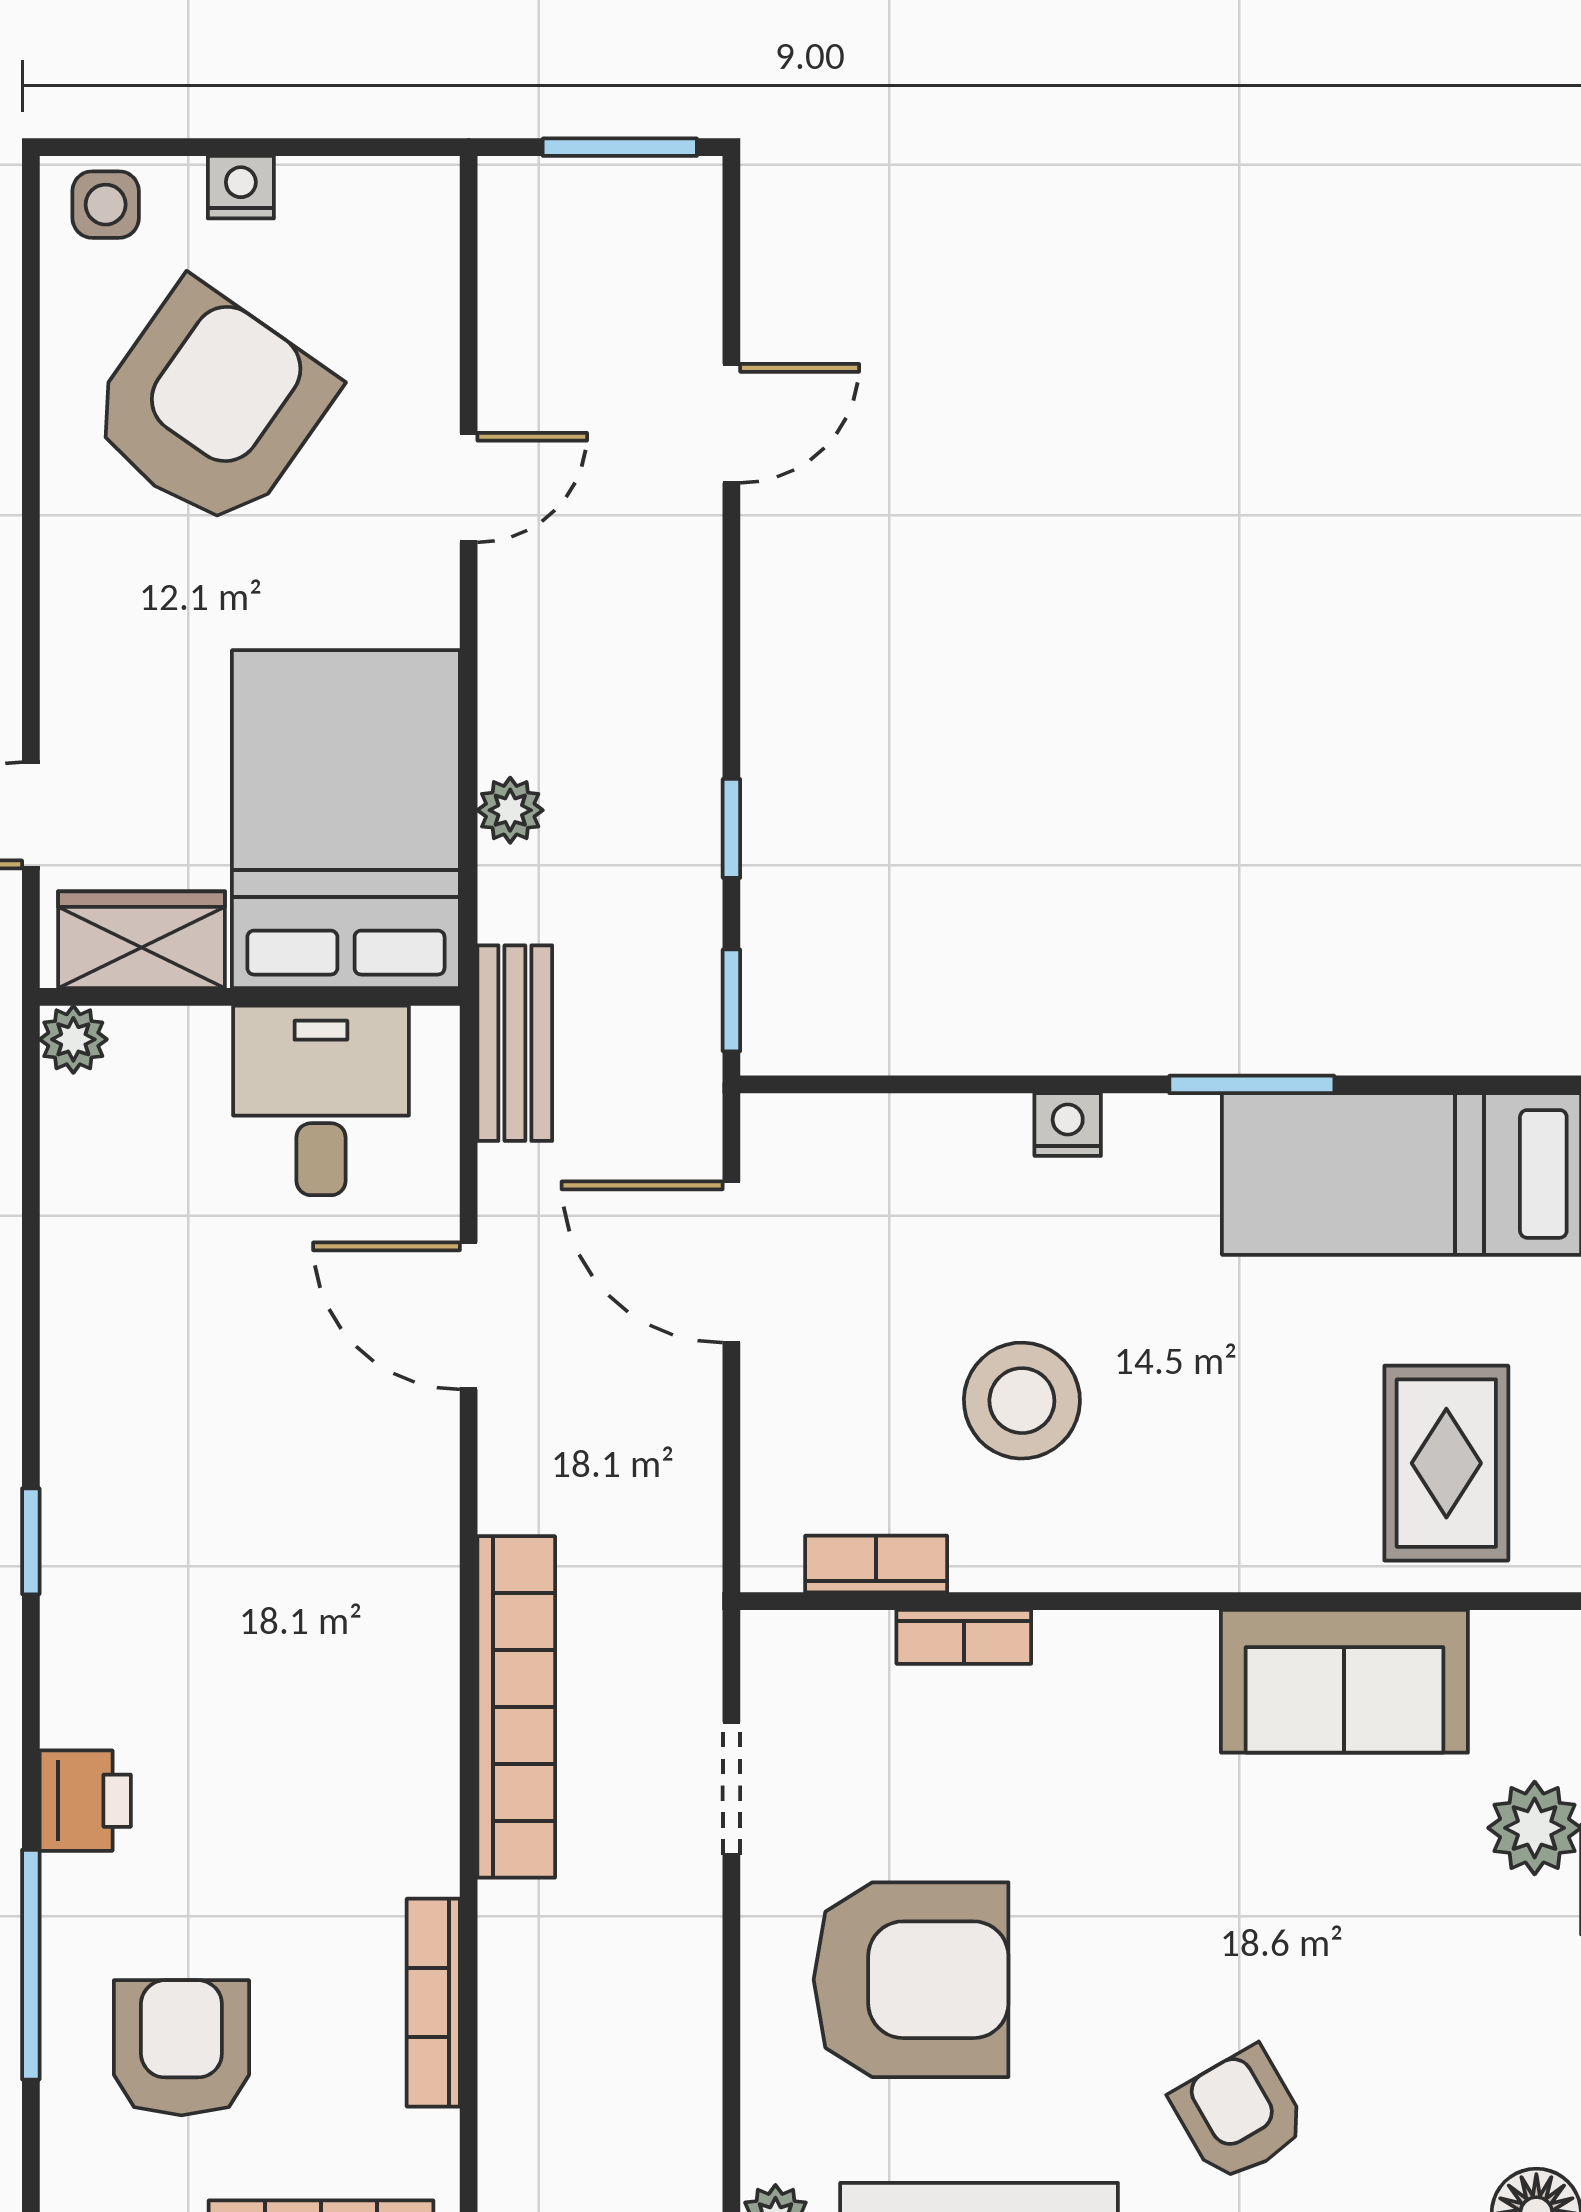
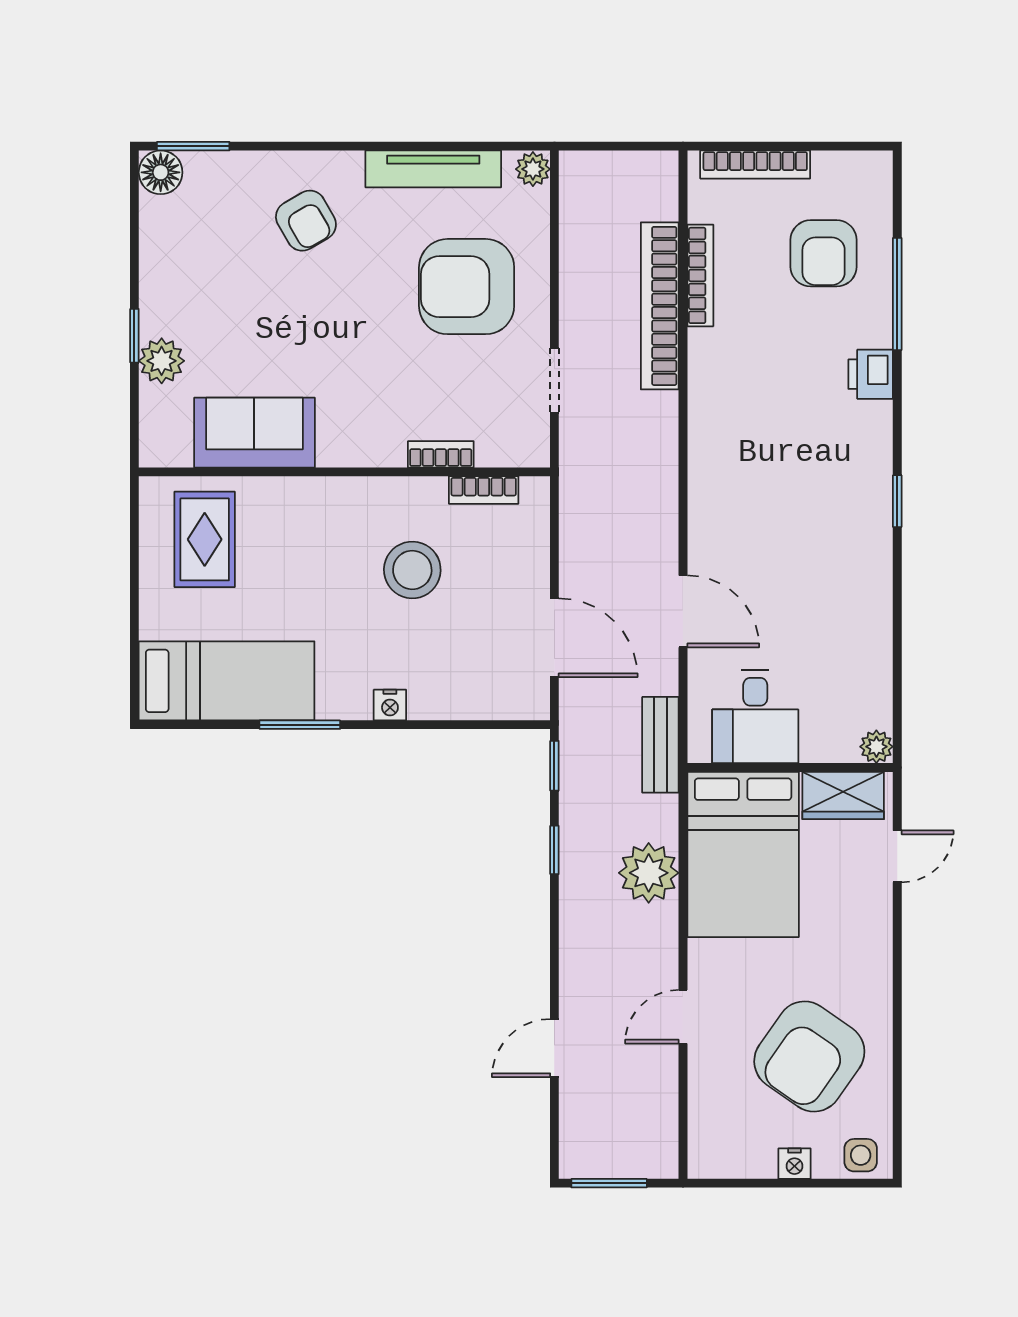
plant: (510, 810) -> (649, 873), width x1.88, depth x1.88
bookcase: (516, 1707) -> (660, 306), moved

